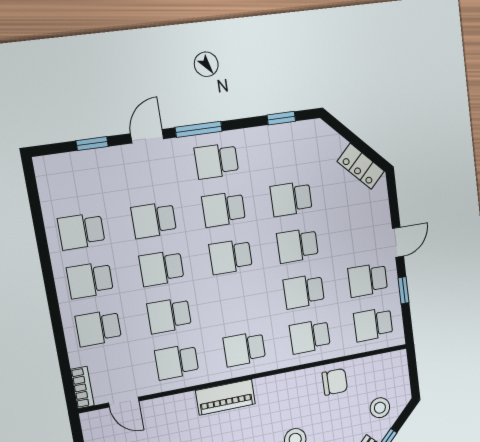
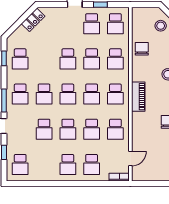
school desk: (291, 199) -> (20, 59), moved
school desk: (81, 231) -> (20, 164), moved
school desk: (238, 303) -> (92, 94), added
piano: (225, 397) -> (138, 97), moved

